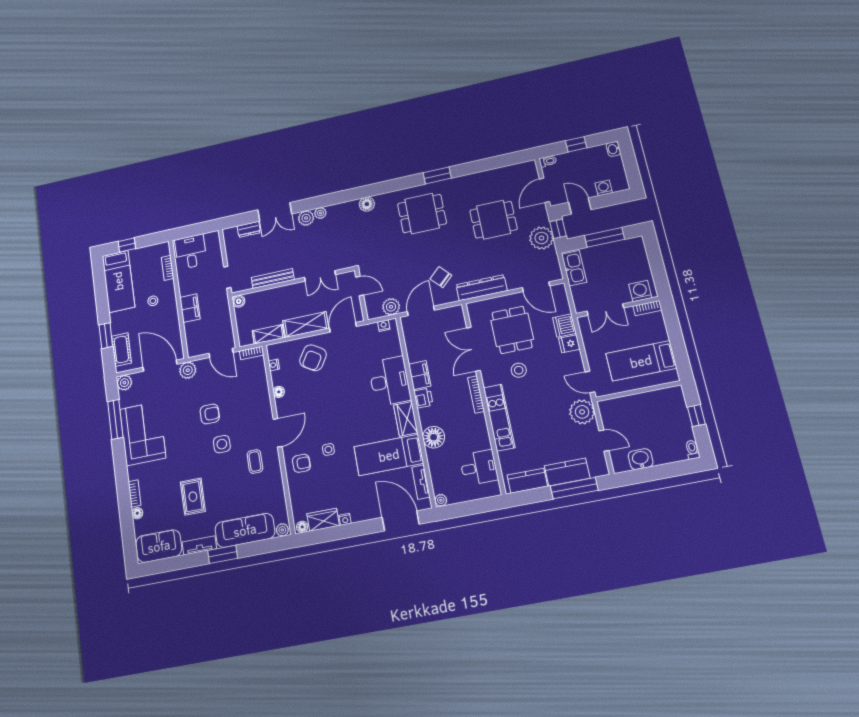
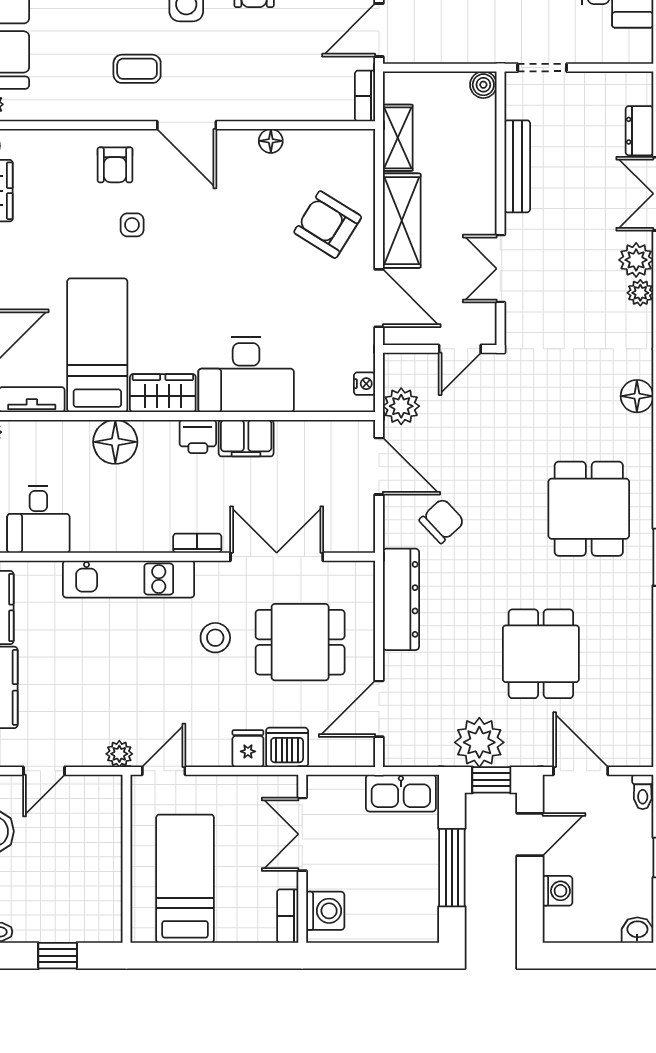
nightstand: (274, 365) -> (330, 140), removed
bookcase: (476, 394) -> (197, 543), width x0.64
plant: (582, 412) -> (119, 754), width x0.53, depth x0.53

